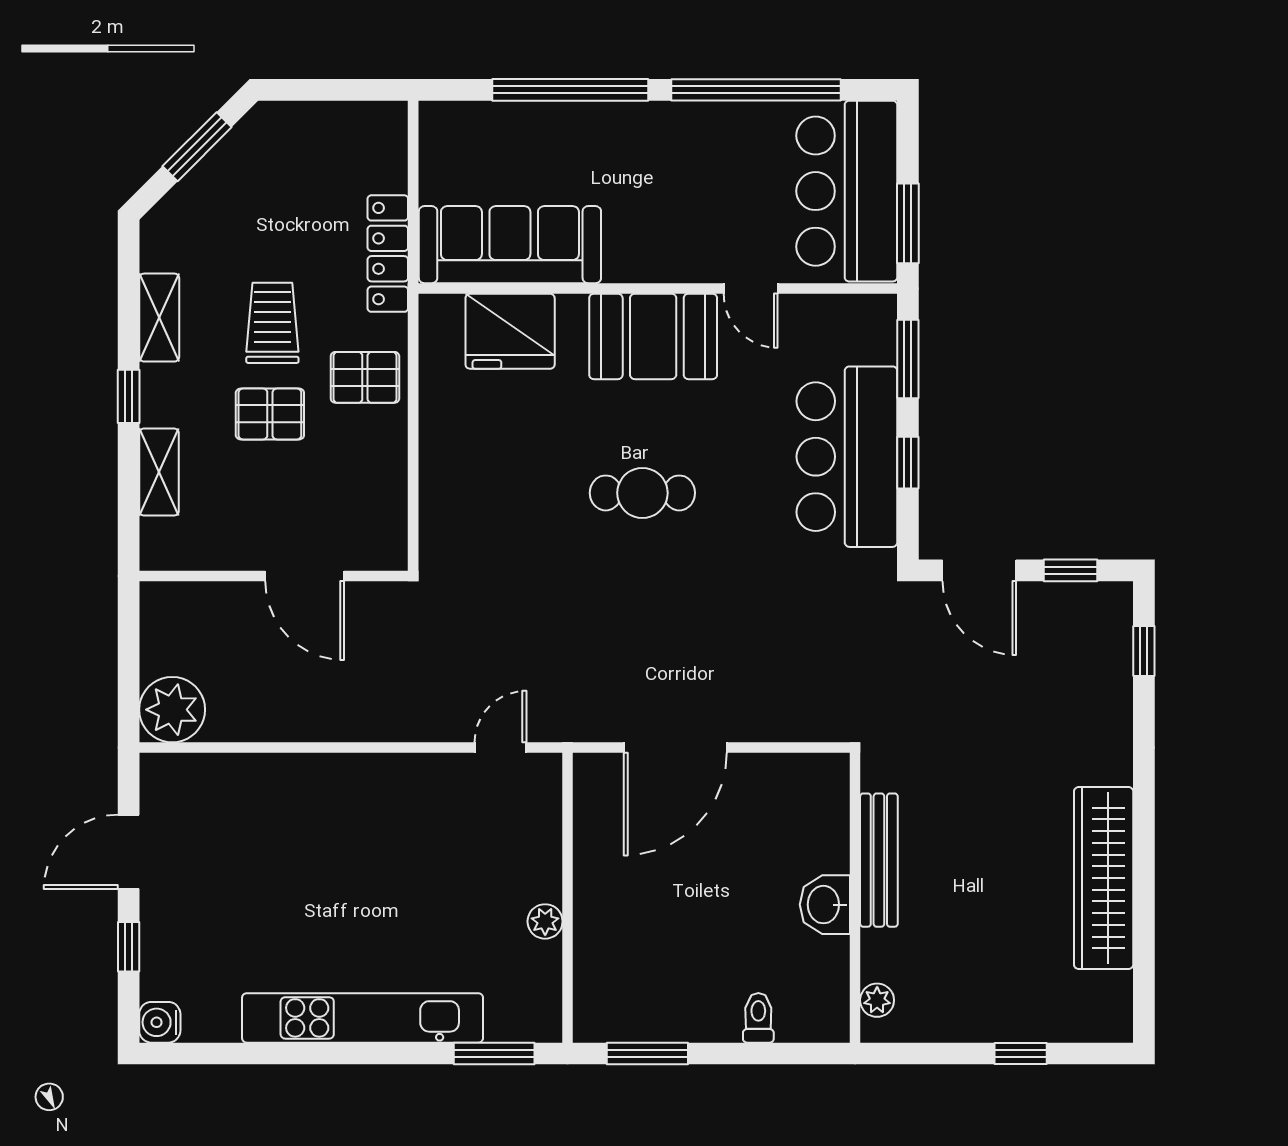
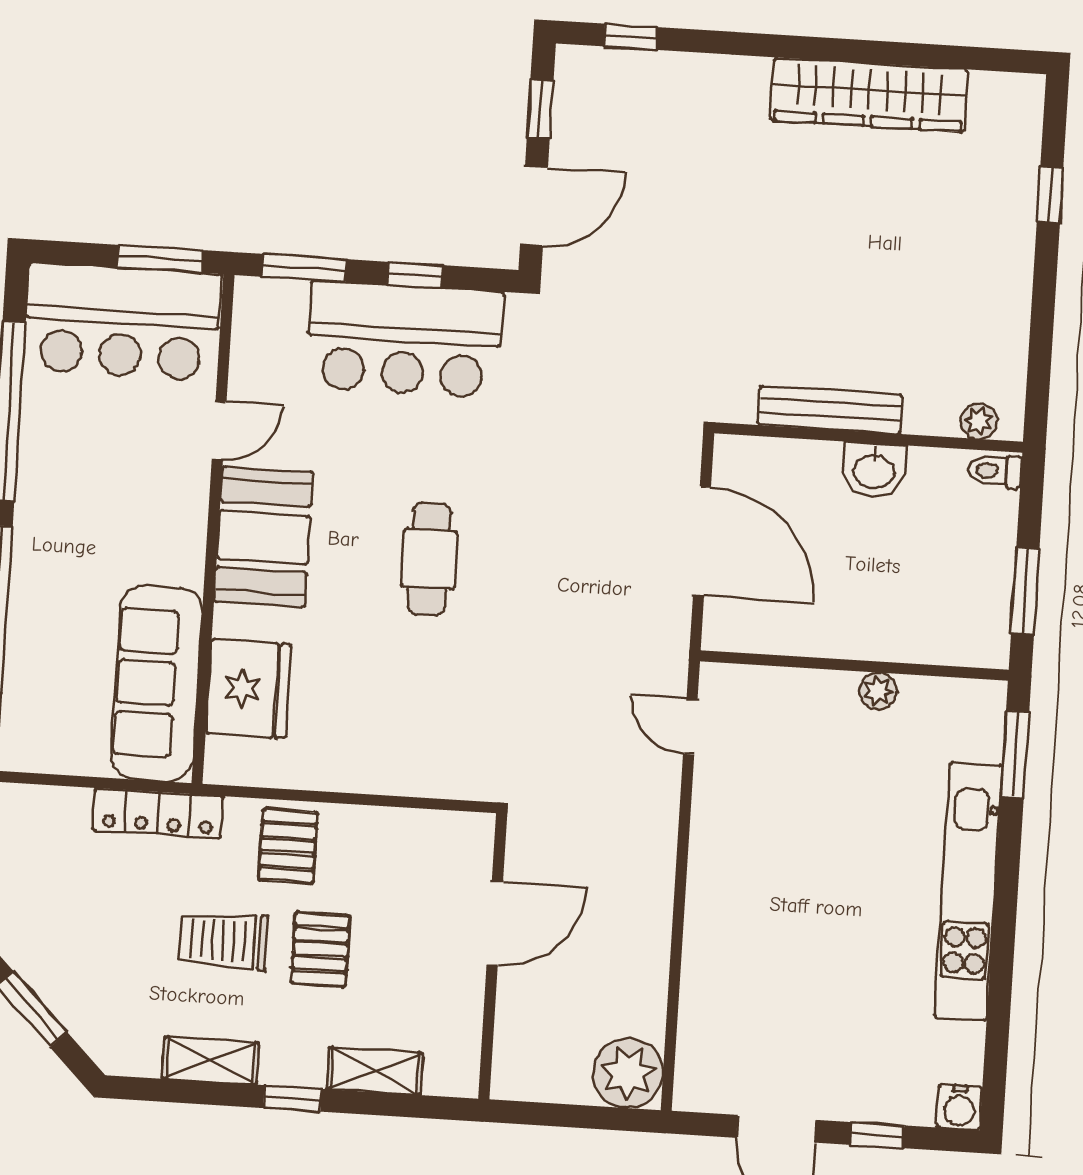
bench: (879, 860) -> (830, 410), moved
wall: (855, 898) -> (869, 438), moved
washbasin: (825, 905) -> (874, 470), moved
plant: (877, 1000) -> (979, 421), moved

